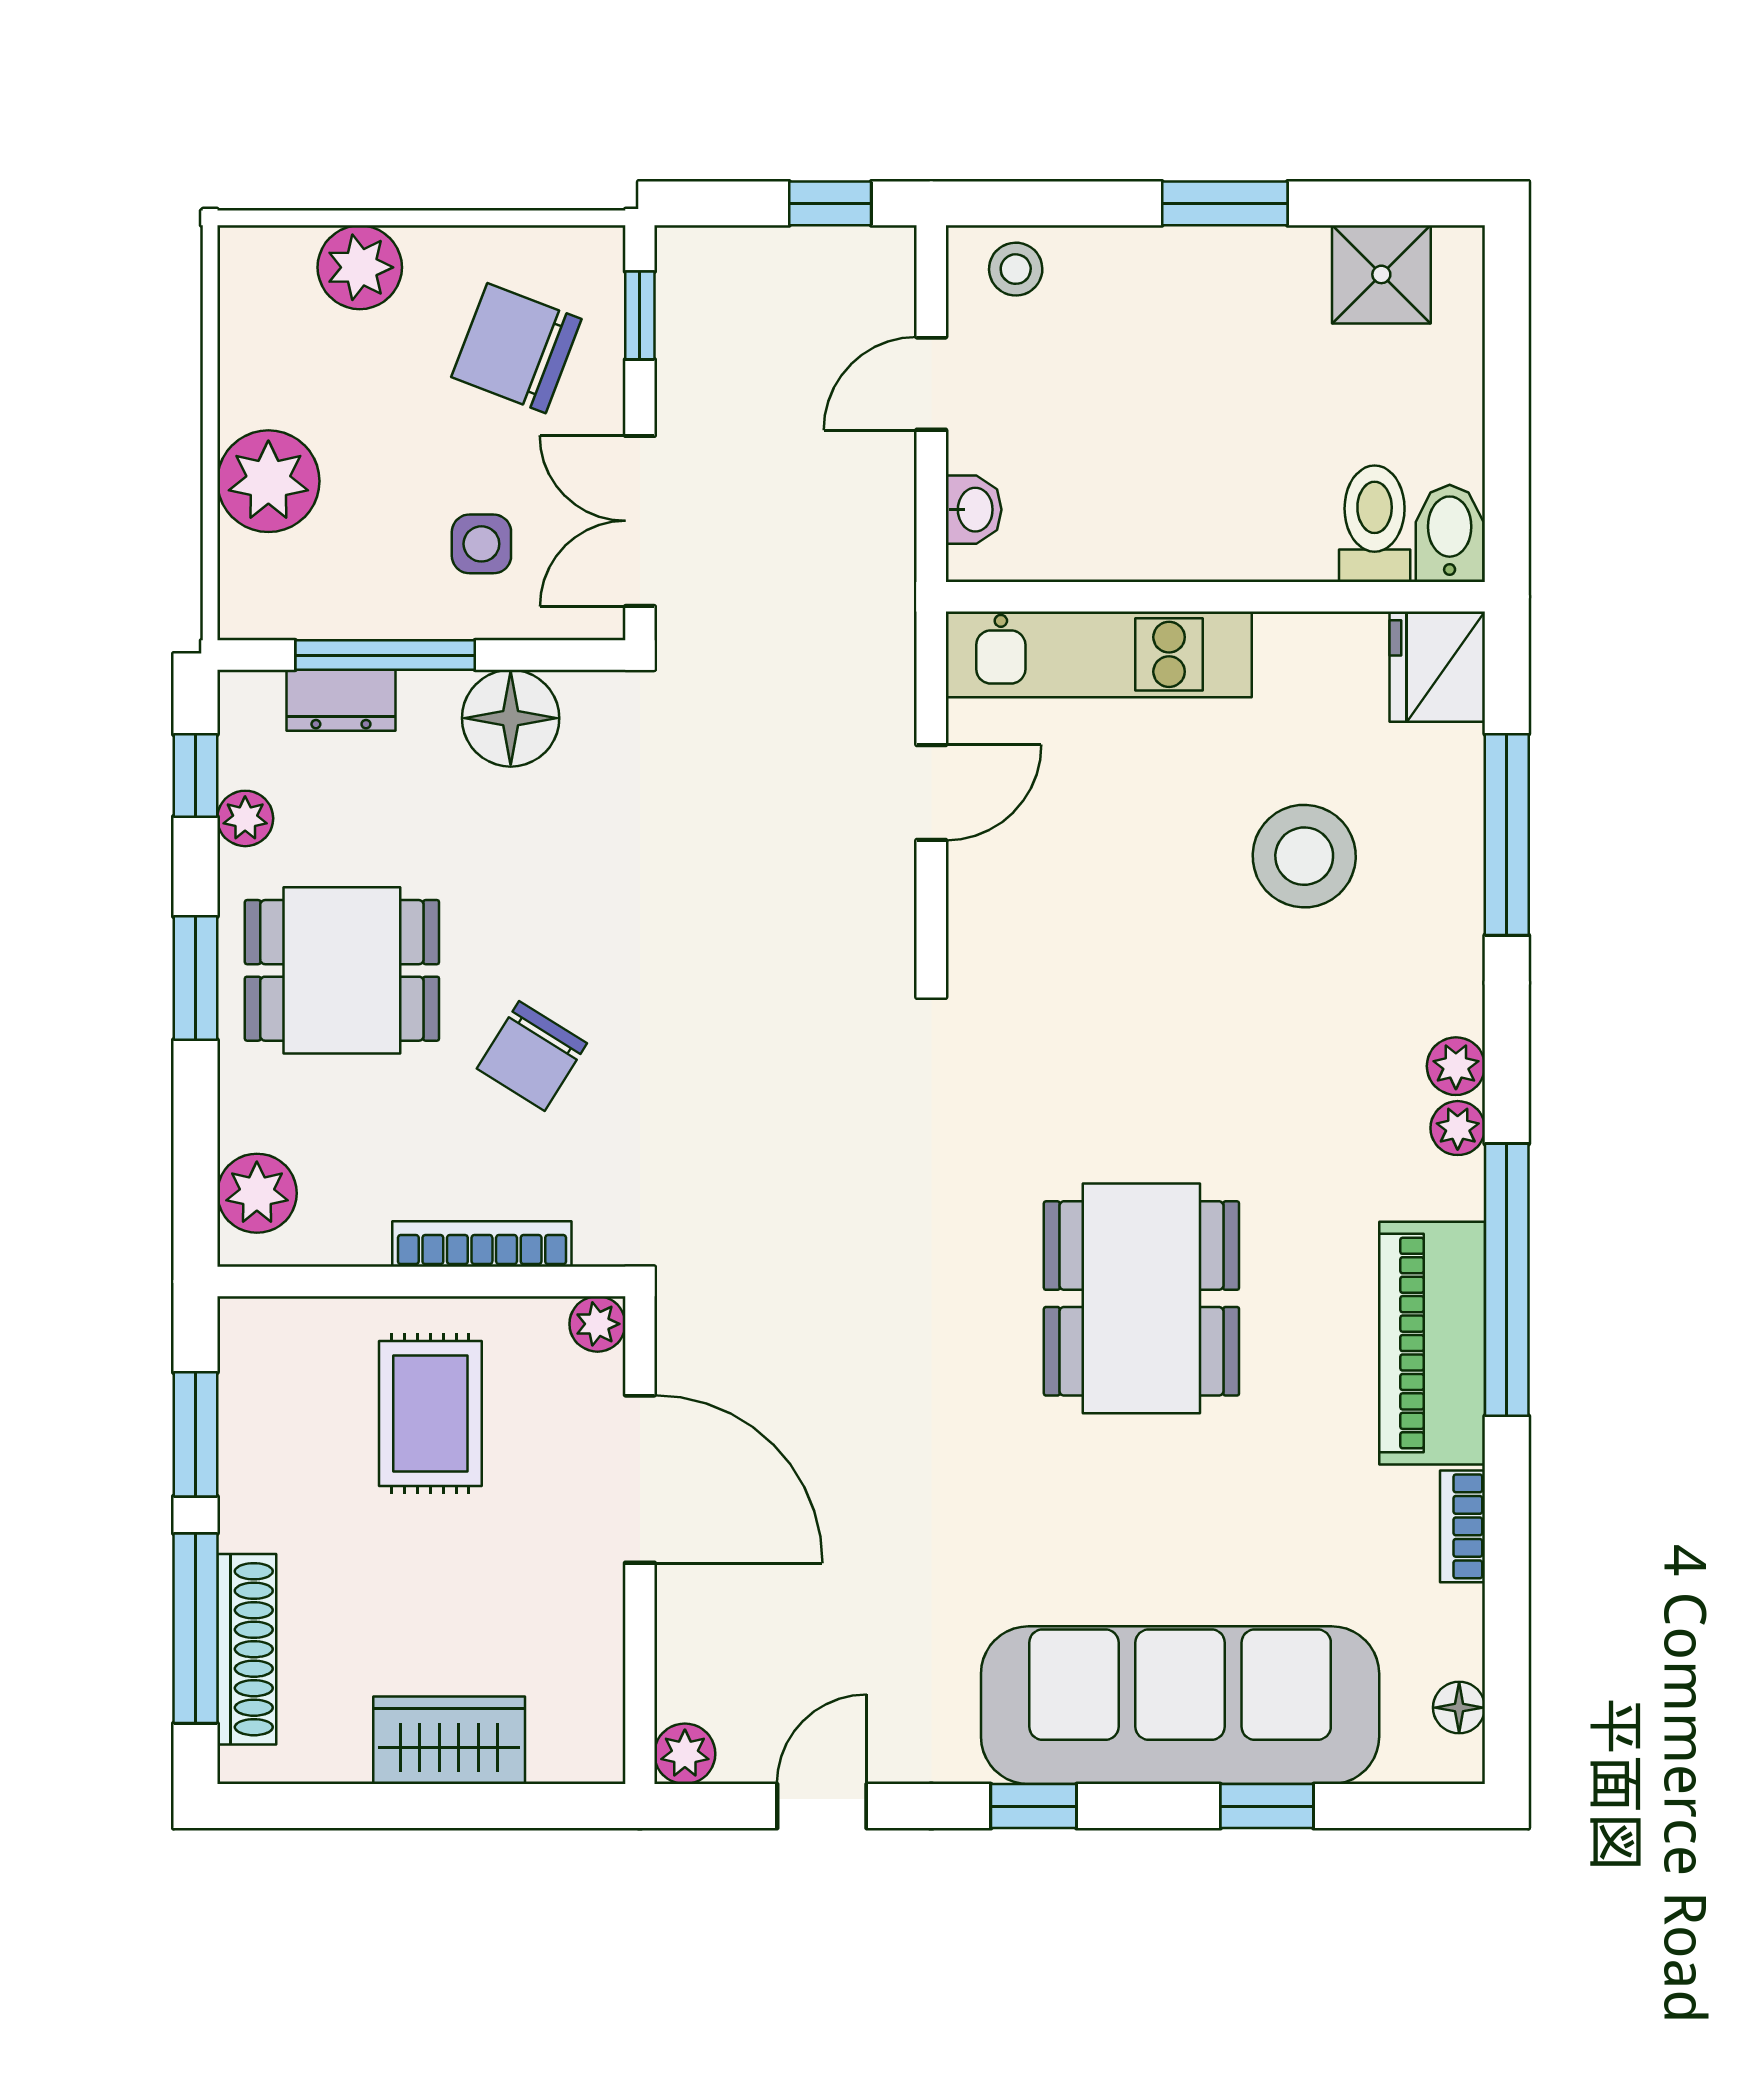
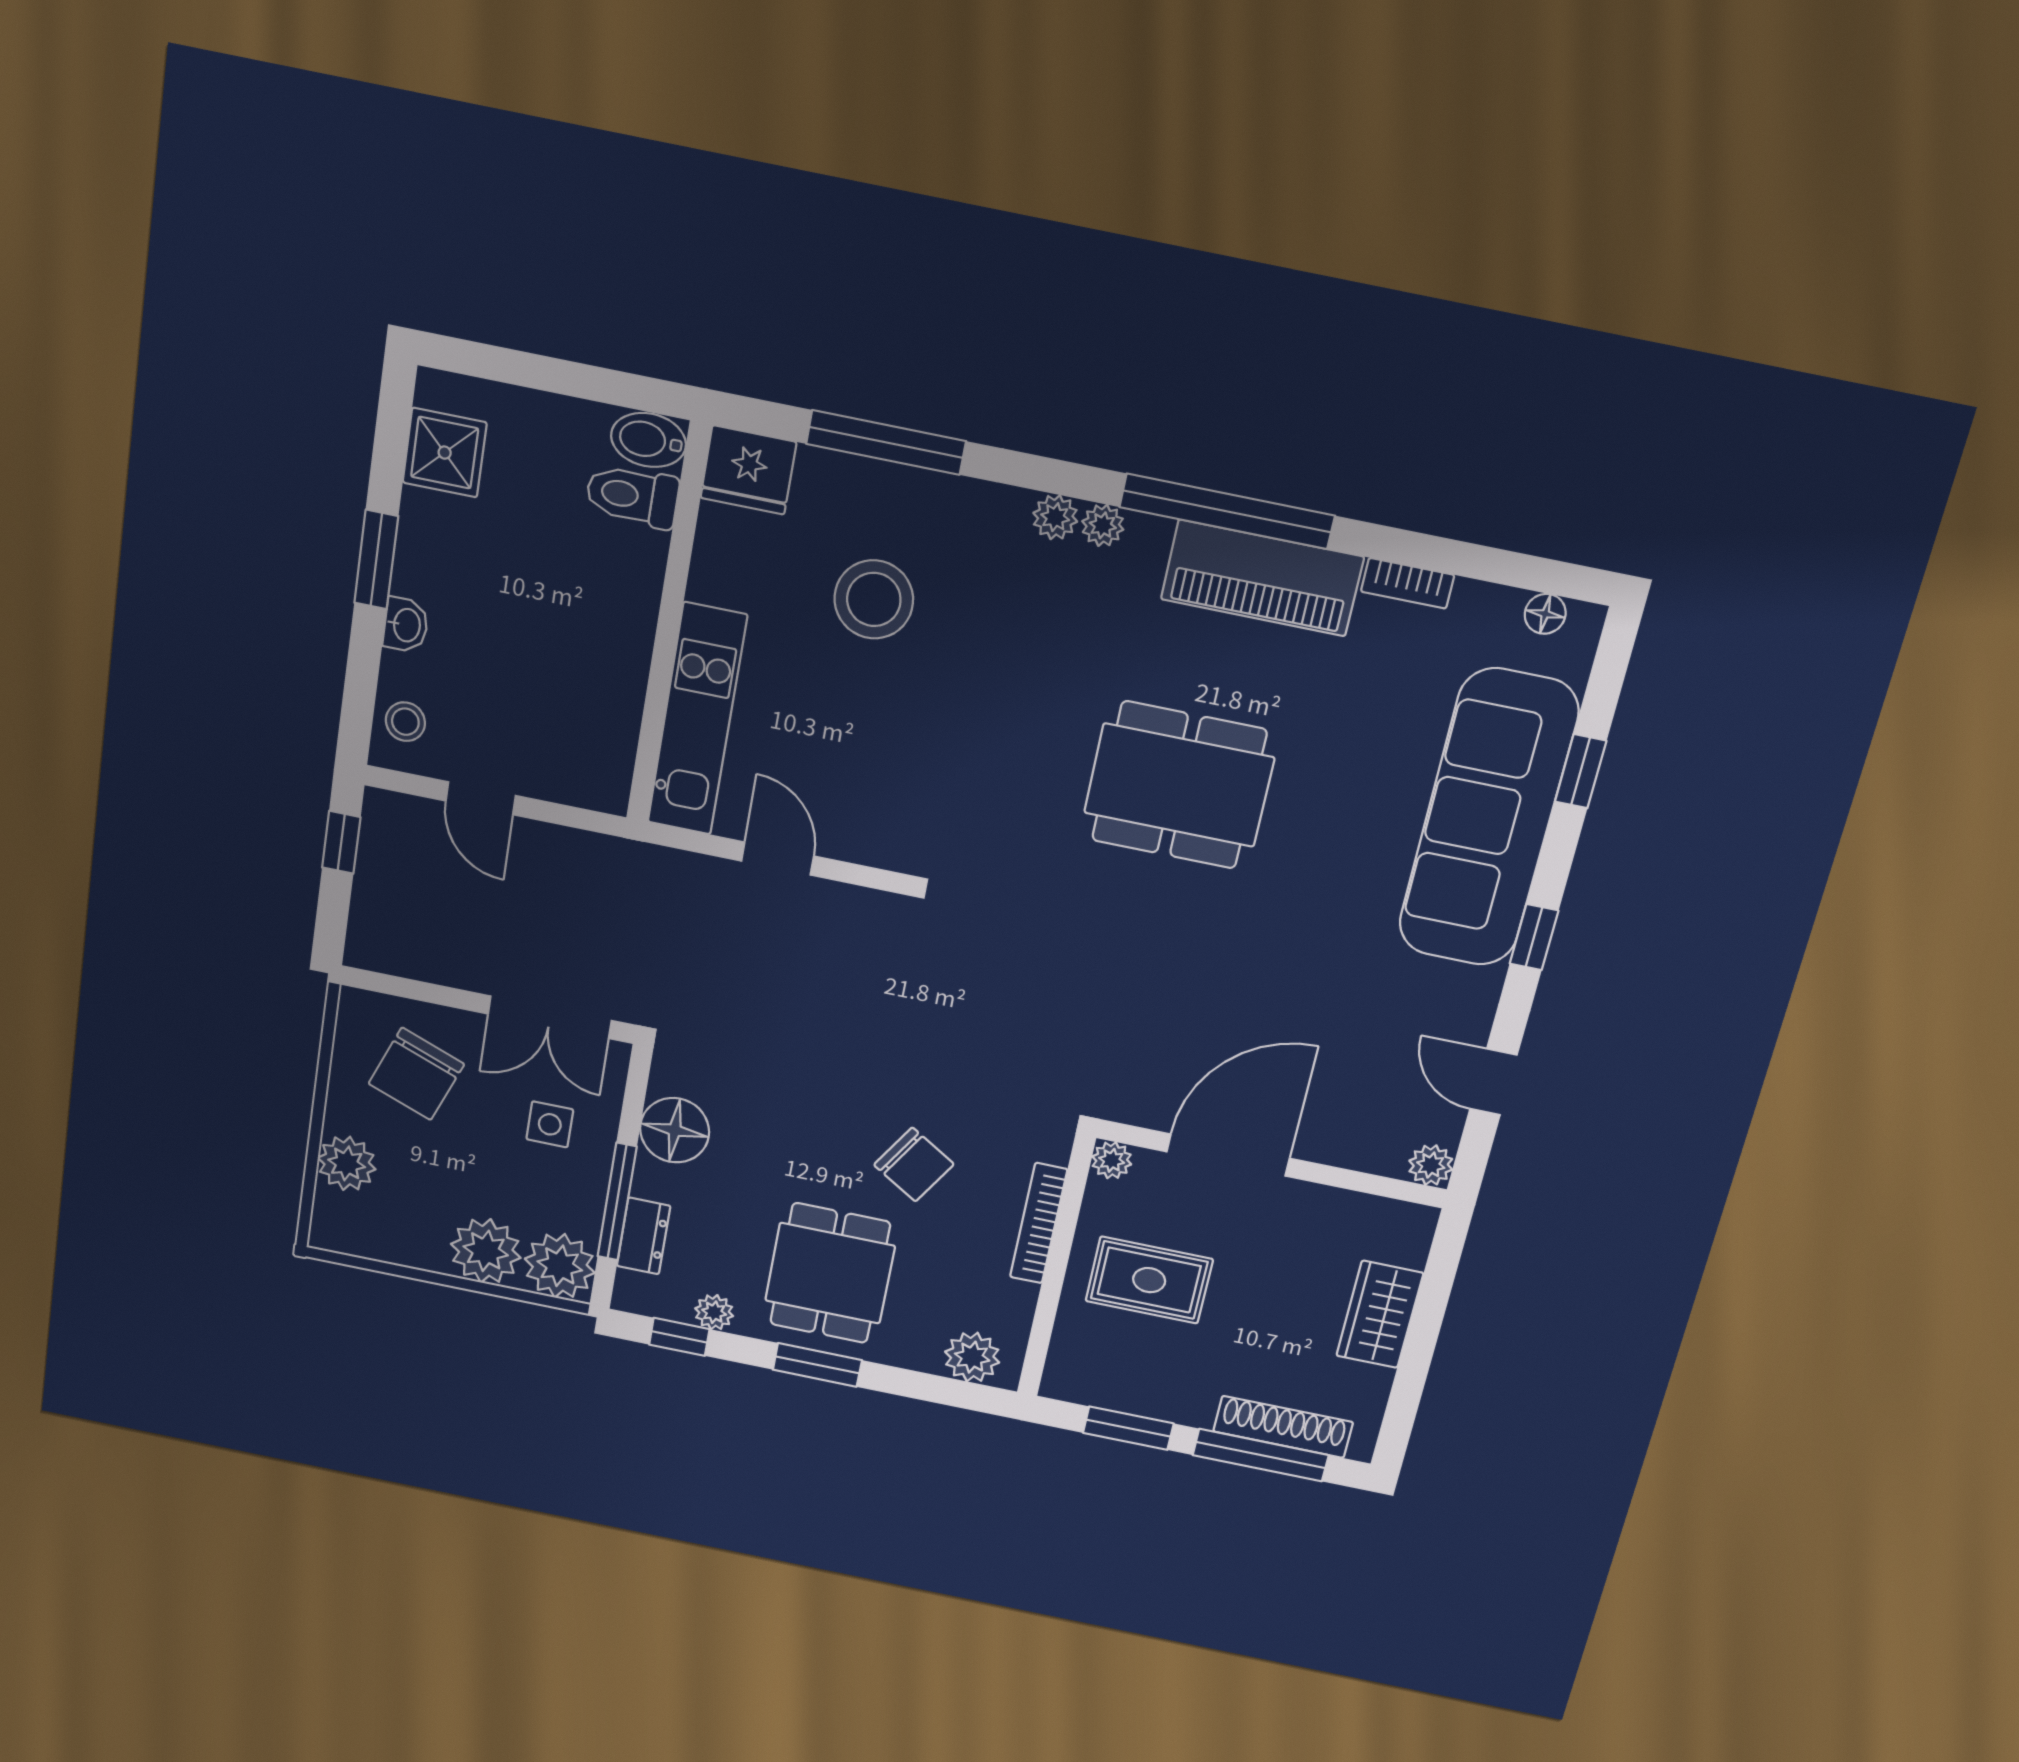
window: (640, 315) -> (404, 988), removed
washbasin: (974, 510) -> (406, 625), moved, turned 90
plant: (269, 589) -> (560, 1266), added

